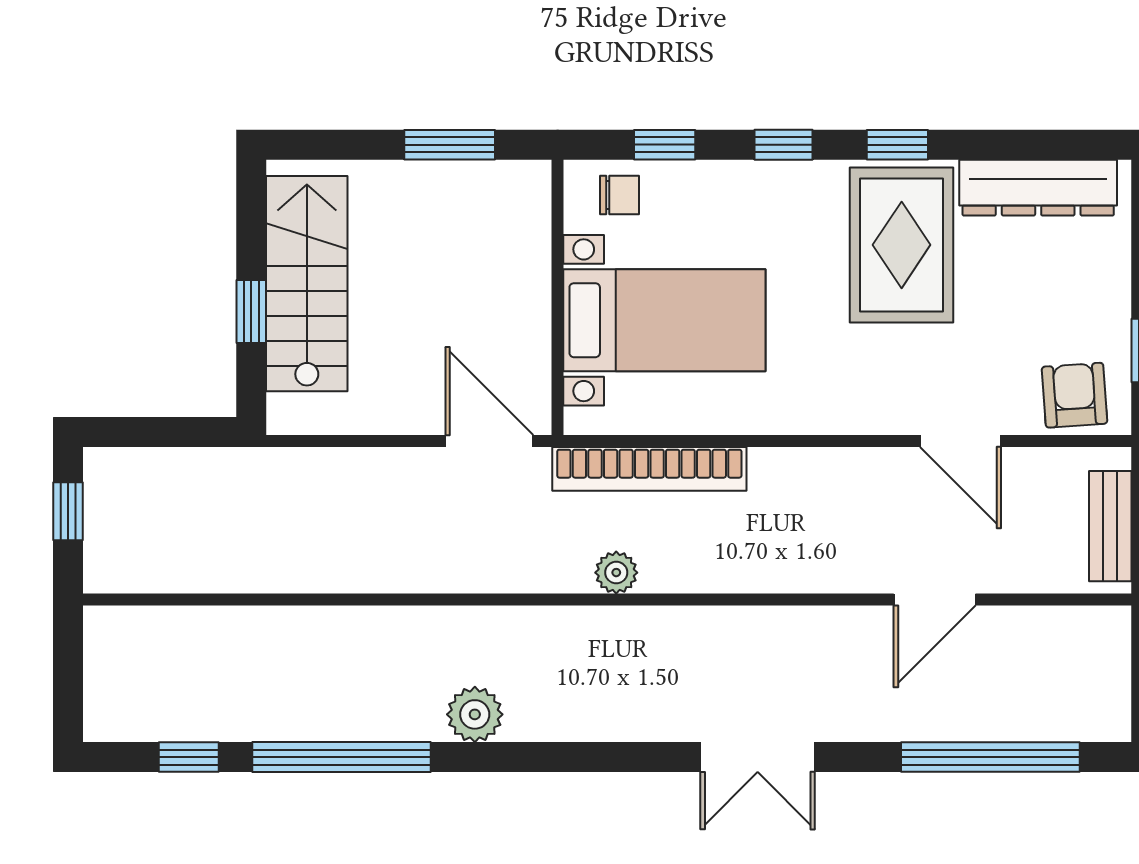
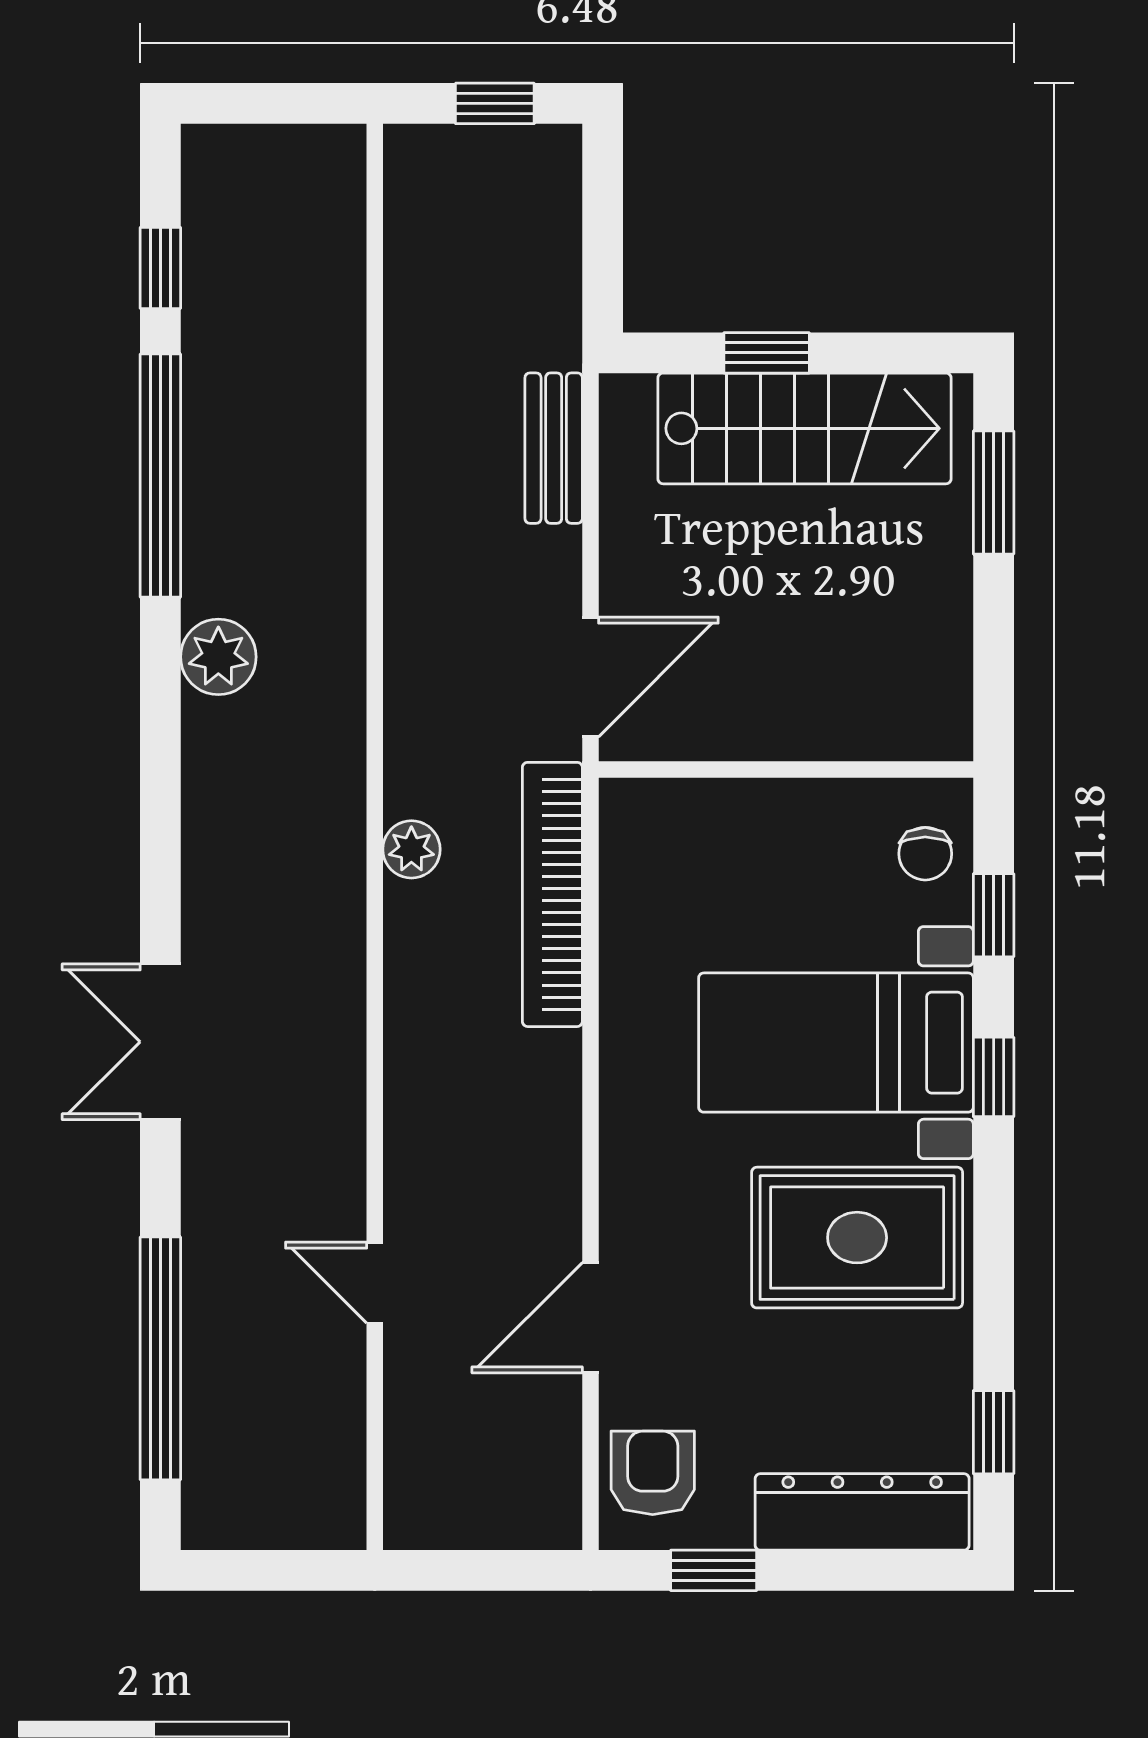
window: (450, 145) -> (994, 493), moved
window: (897, 145) -> (994, 1432), moved
dresser: (1038, 188) -> (862, 1512), moved, turned 90
bed with nightstands: (664, 320) -> (836, 1043), moved, turned 90
armchair: (1074, 395) -> (653, 1473), turned -86
bench: (1110, 526) -> (554, 448), moved, turned 90
door: (935, 600) -> (375, 1283), width x0.73

